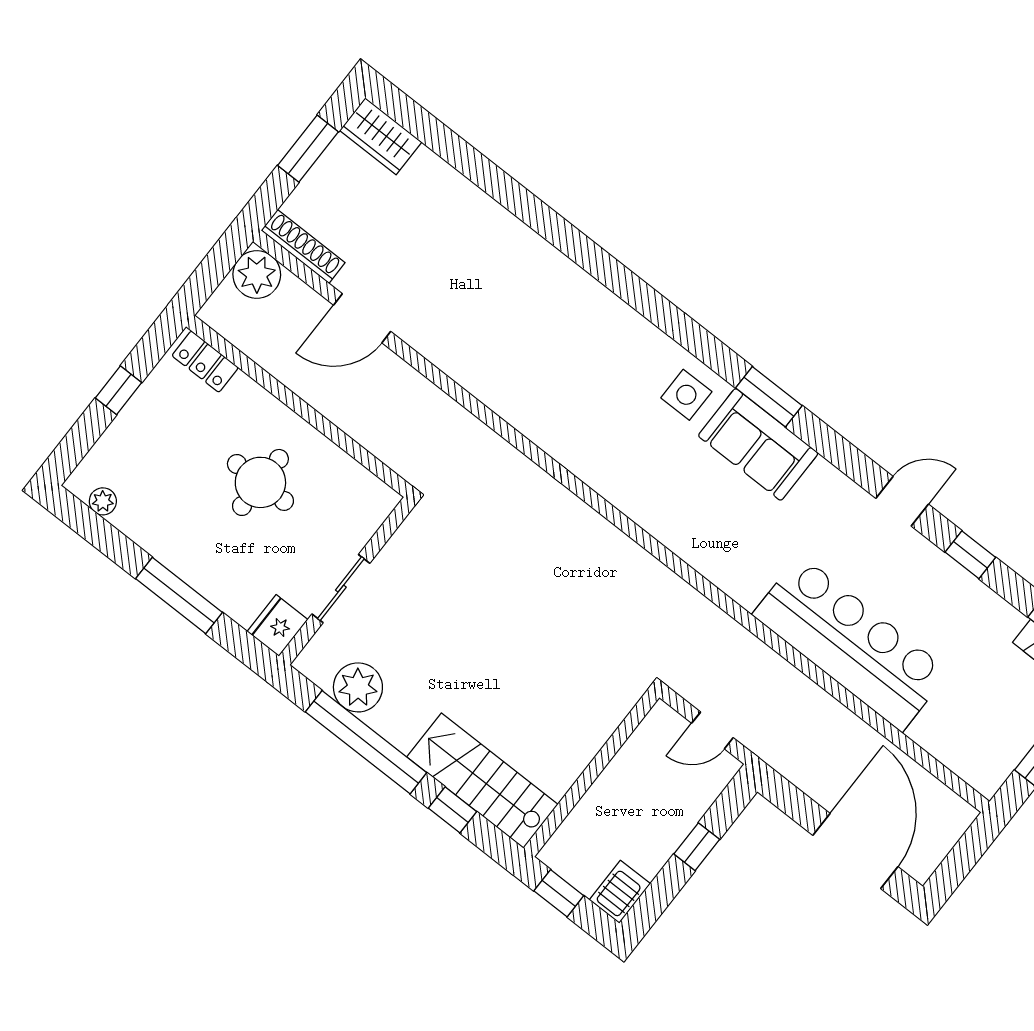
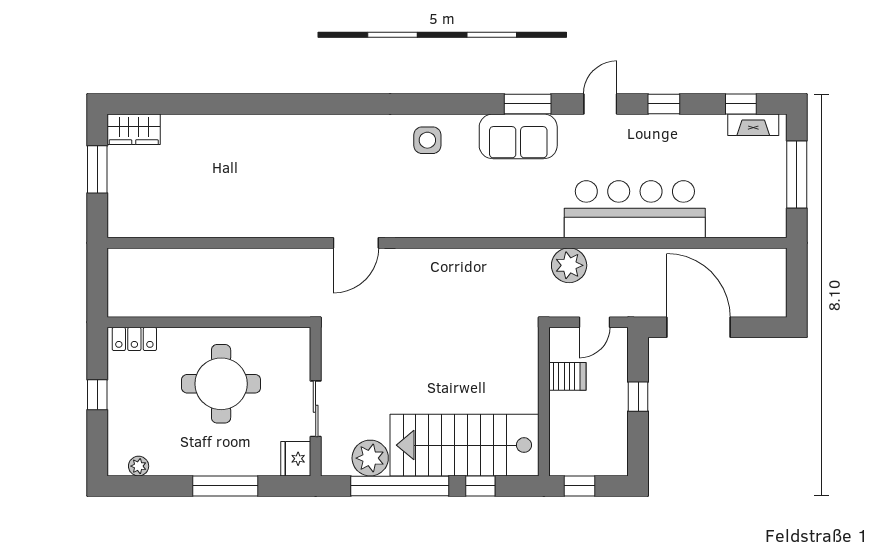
shoe rack: (303, 246) -> (139, 228), removed
plant: (257, 274) -> (569, 265), moved
door: (362, 318) -> (356, 243), moved
window: (769, 397) -> (528, 104), moved
sofa: (758, 444) -> (518, 136), moved
round table: (260, 482) -> (221, 384), width x1.36, depth x1.36
stairs: (482, 781) -> (465, 445), width x1.36, depth x1.51
door: (855, 851) -> (699, 327), moved
server rack: (620, 892) -> (567, 376), moved, turned 90

